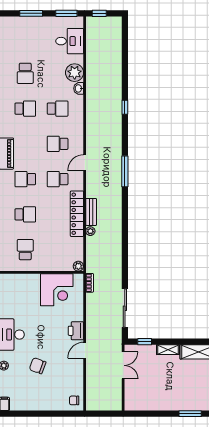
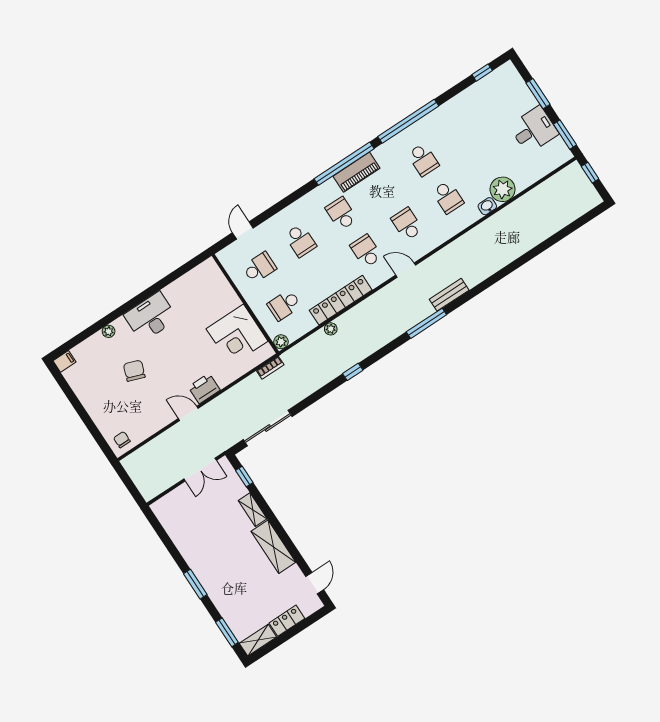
desk: (70, 41) -> (534, 130), moved, turned -90
school desk: (25, 73) -> (284, 305), moved
window: (125, 107) -> (353, 372), moved
bench: (91, 212) -> (449, 295), moved

